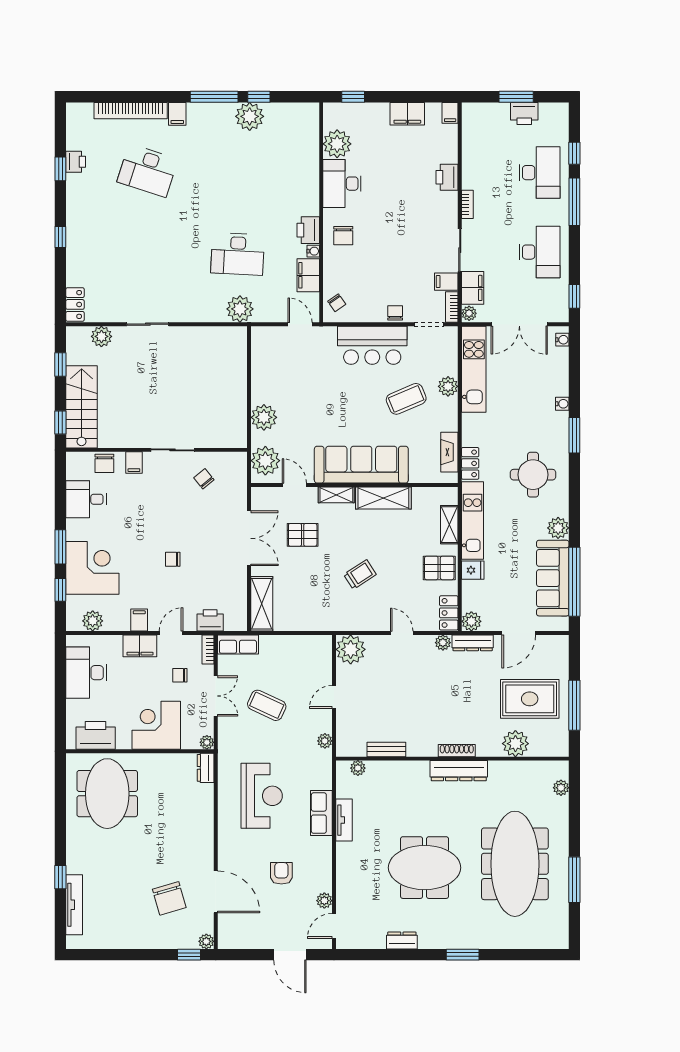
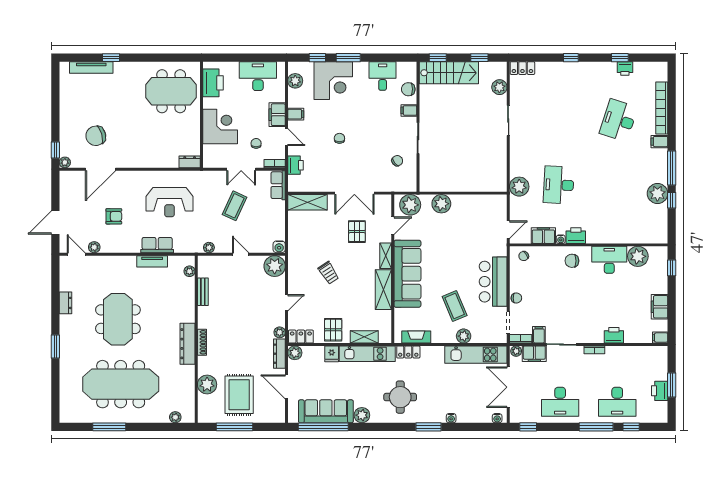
water cooler: (324, 643) -> (279, 247), added
plant: (207, 742) -> (208, 163), removed

